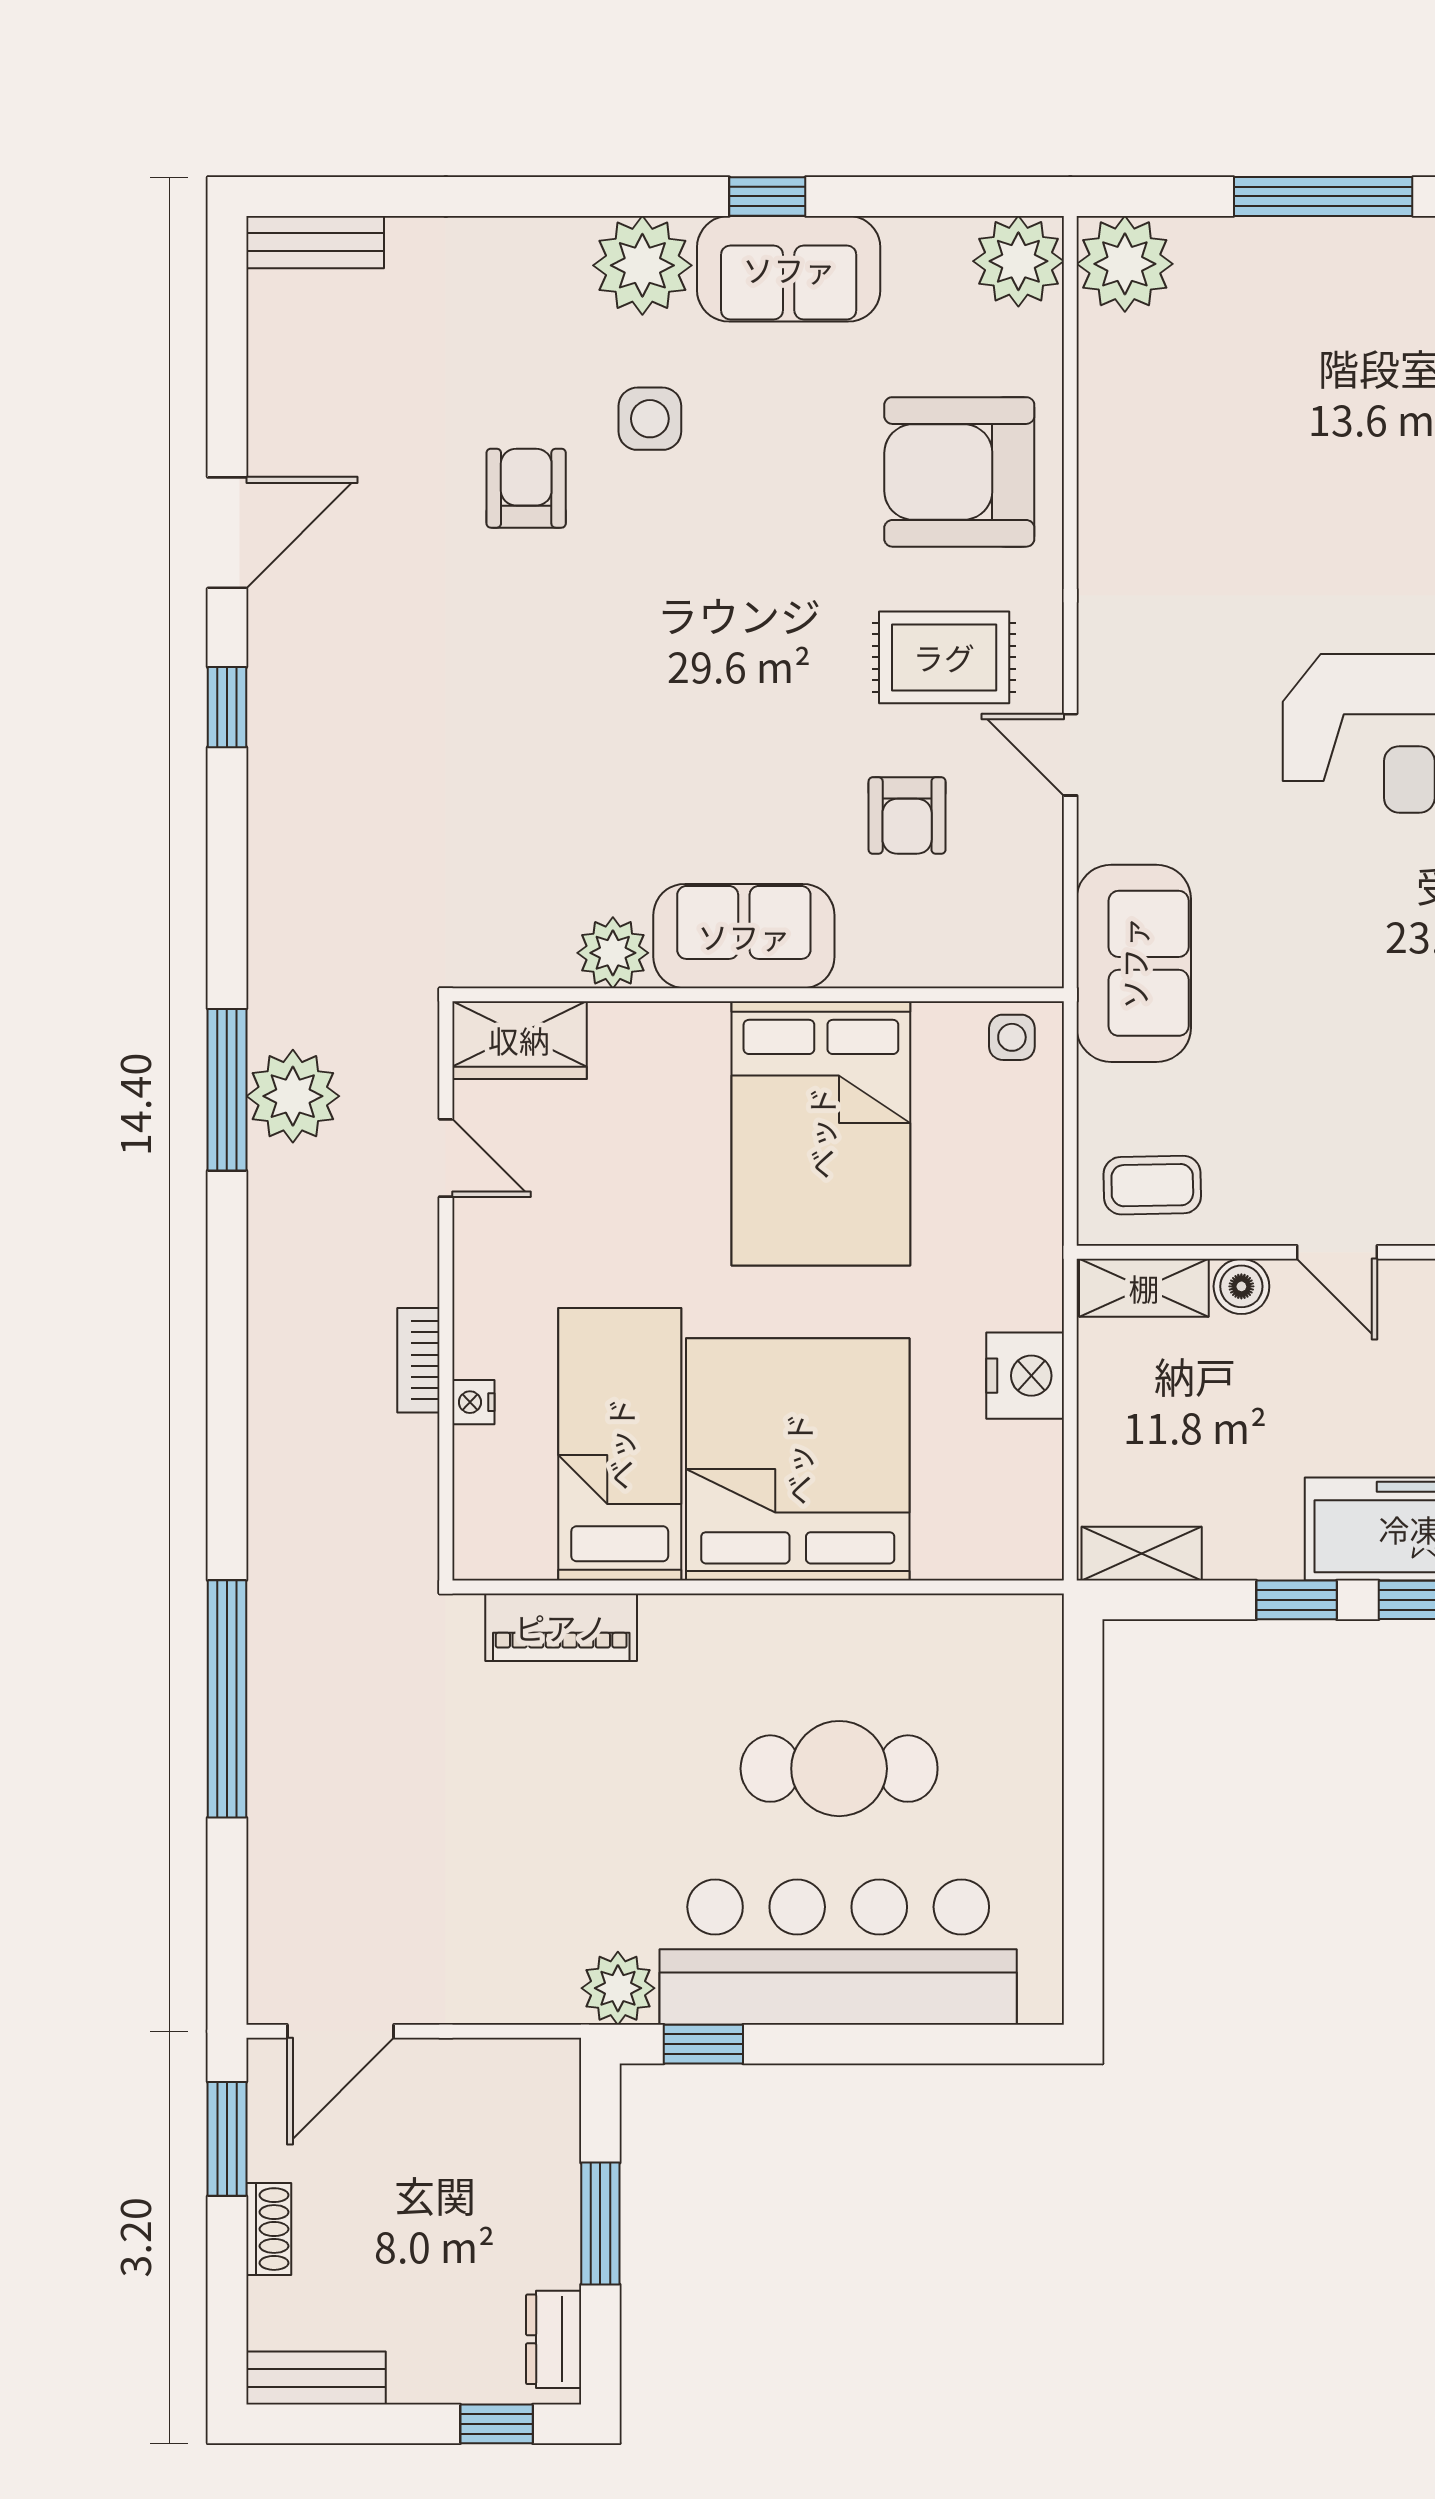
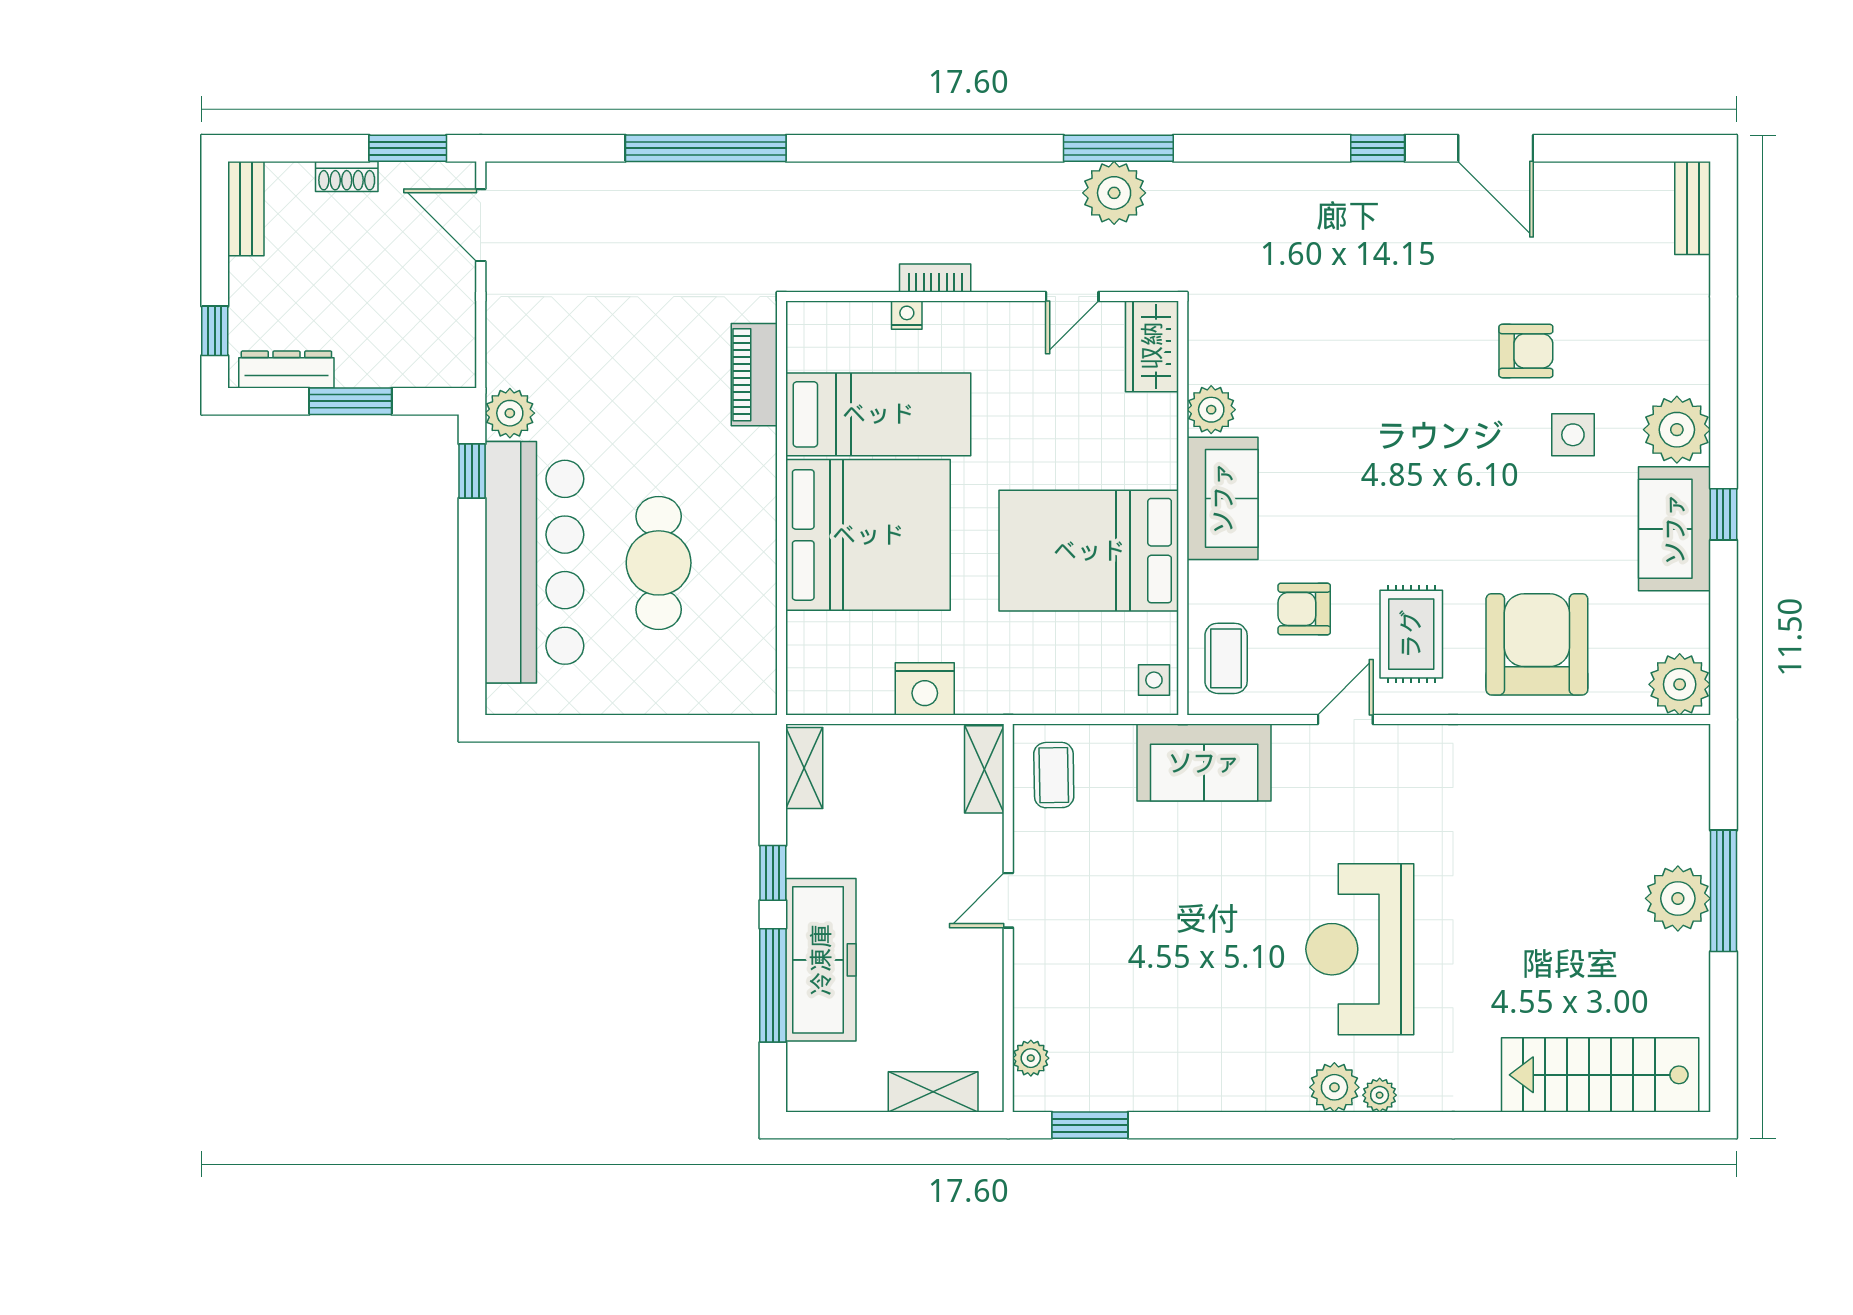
plant: (1125, 264) -> (1678, 898), moved
coffee table: (980, 931) -> (1226, 658), added
boiler: (1241, 1286) -> (985, 835), removed
dresser: (554, 2339) -> (286, 370), width x1.44

